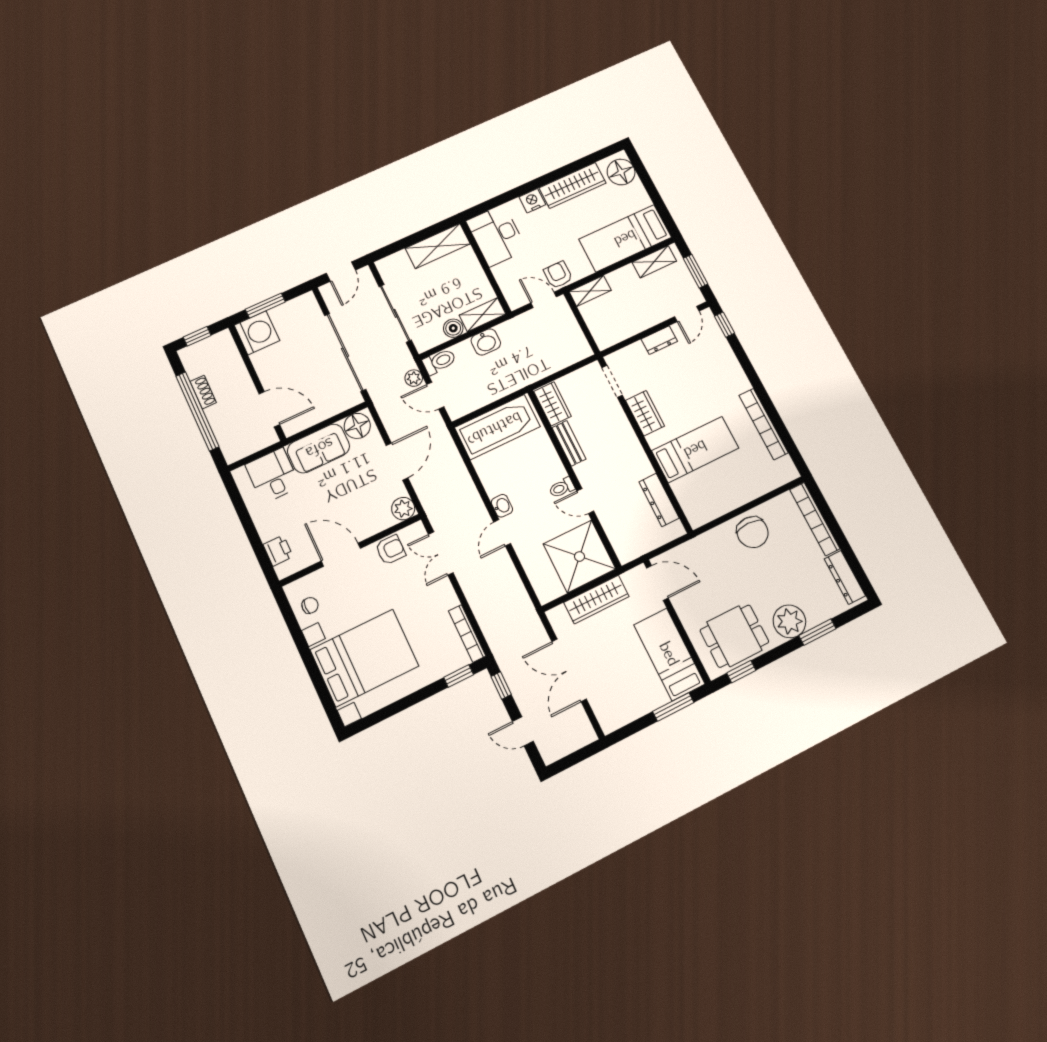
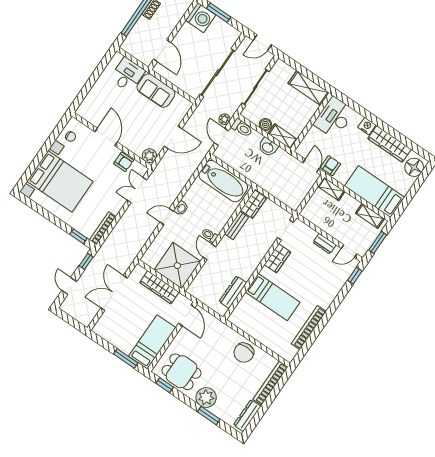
floor lamp: (357, 426) -> (180, 104), removed
printer: (278, 551) -> (89, 102), removed

